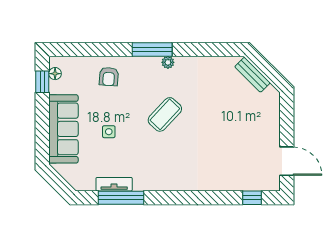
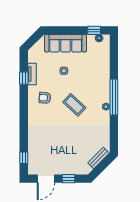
window: (152, 49) -> (114, 97), width x1.46
armchair: (109, 77) -> (45, 98), moved
window: (287, 124) -> (68, 179), added
window: (121, 198) -> (24, 78), width x0.46

